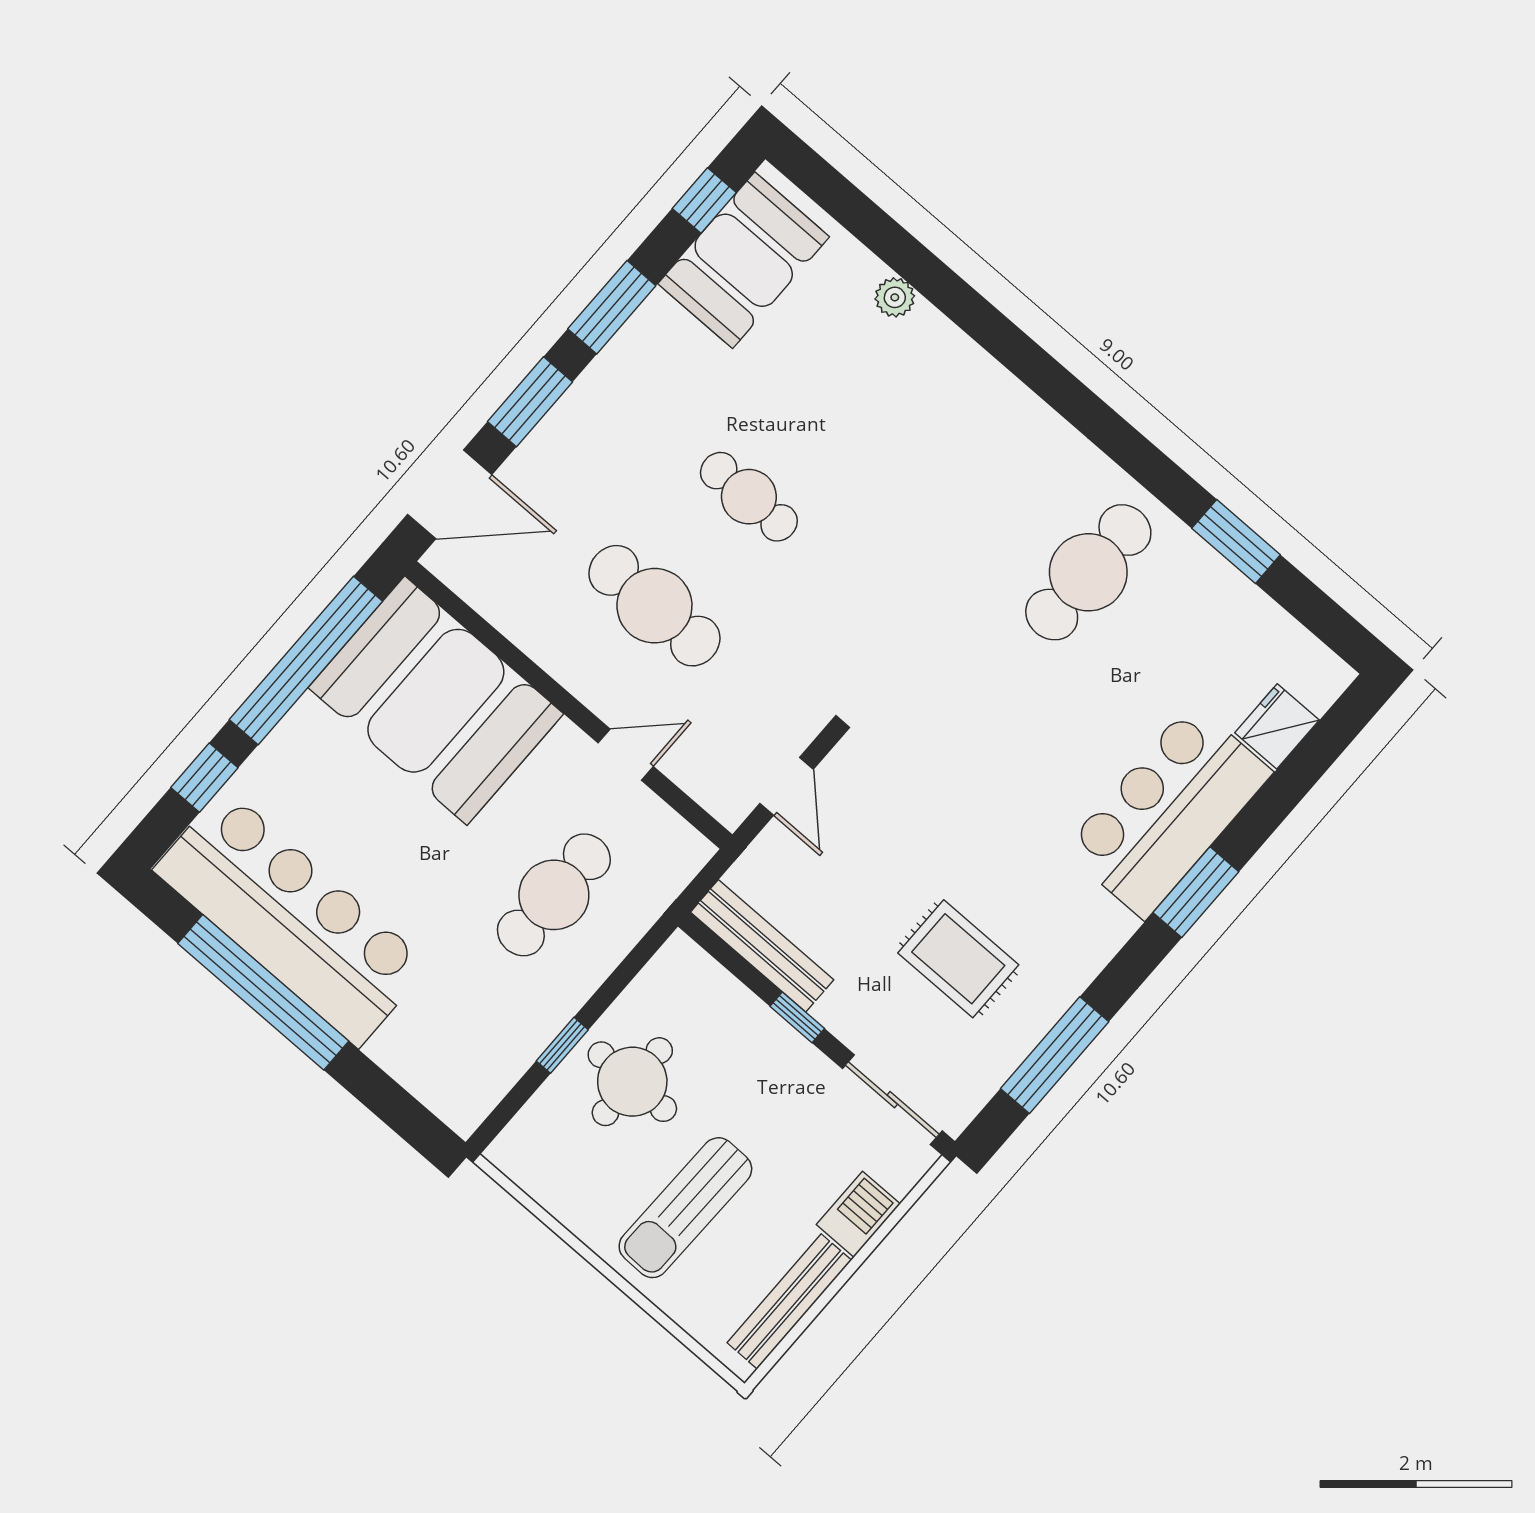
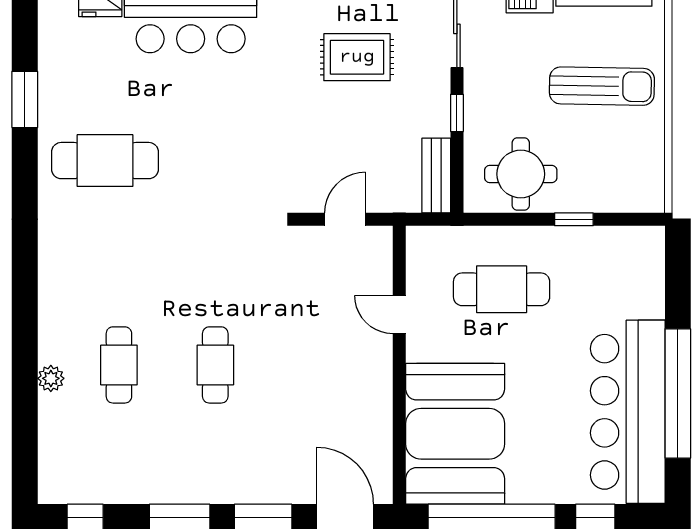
booth: (744, 260) -> (98, 471), removed
cafe table: (654, 606) -> (119, 365), moved, width x0.73, depth x0.74
bench: (762, 946) -> (436, 175), width x0.73
rug: (958, 959) -> (357, 57), turned 90
round table: (632, 1082) -> (521, 174), moved

